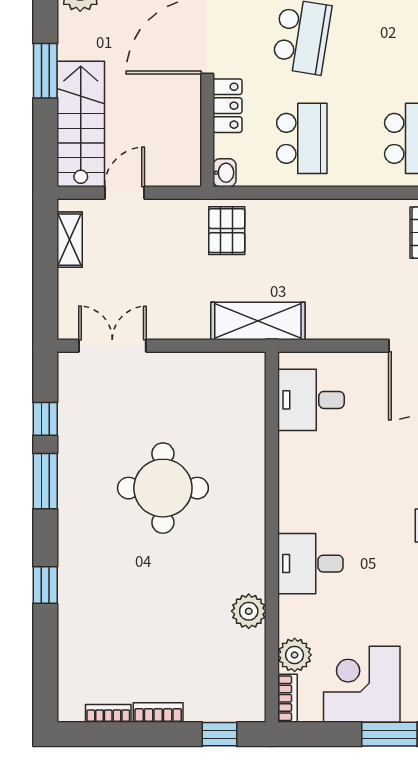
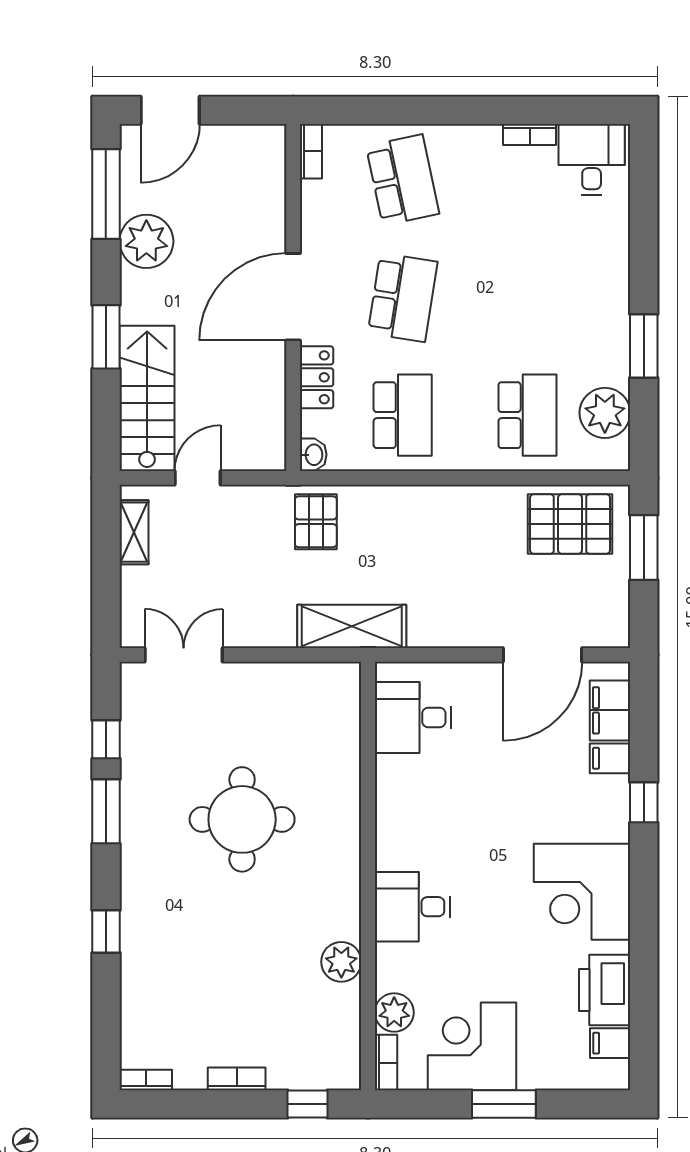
bookcase: (108, 713) -> (146, 1080), moved

